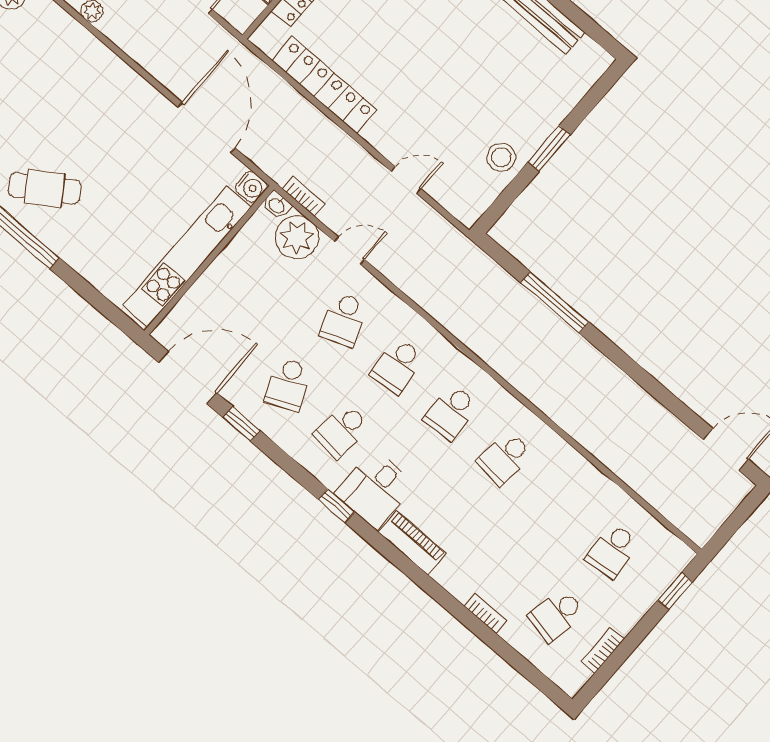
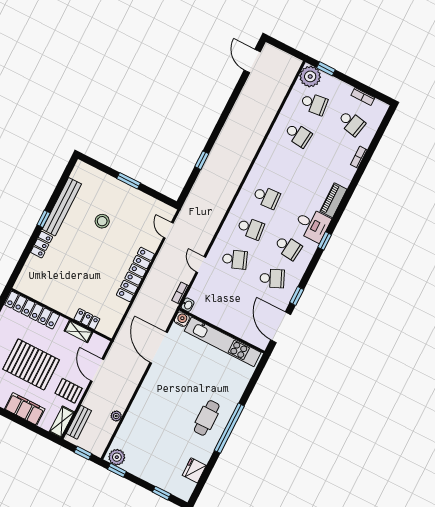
locker: (324, 85) -> (135, 274), moved
door: (206, 127) -> (159, 348), hinge flipped
stool: (501, 157) -> (102, 221), moved
door: (406, 180) -> (168, 230), moved
cafe table: (45, 188) -> (207, 418), turned 34
plant: (297, 237) -> (310, 76), moved
window: (555, 302) -> (202, 160), width x0.46
school desk: (505, 458) -> (298, 135), moved

